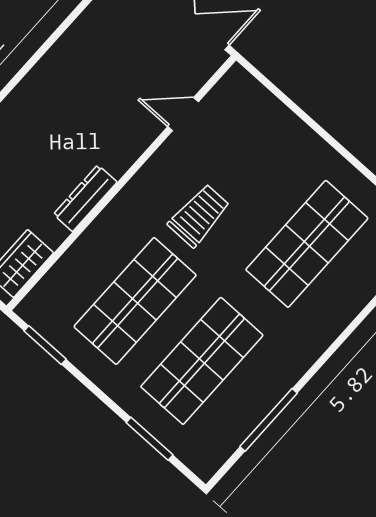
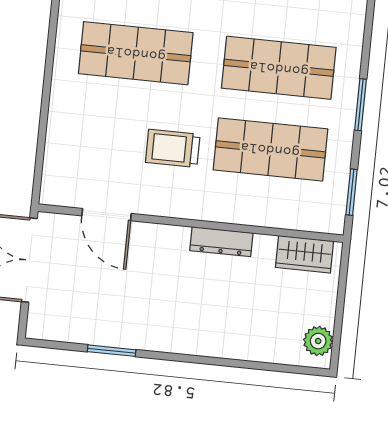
window: (60, 31) -> (112, 351), added
door: (183, 114) -> (107, 215), width x1.38
window: (150, 439) -> (360, 105), moved

